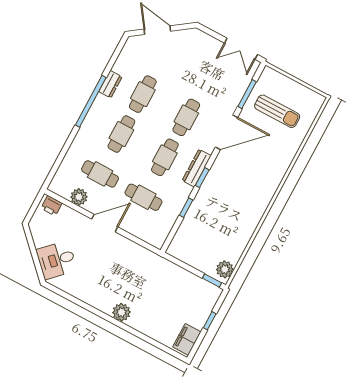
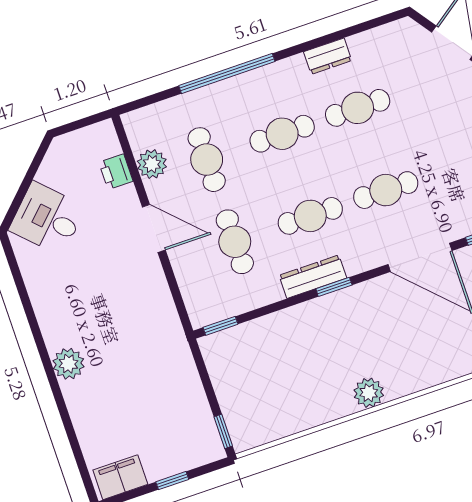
window: (91, 101) -> (227, 74), moved
dresser: (197, 168) -> (313, 277), moved
printer: (51, 206) -> (116, 172), moved
window: (186, 208) -> (220, 326), moved
plant: (225, 269) -> (369, 393), moved

